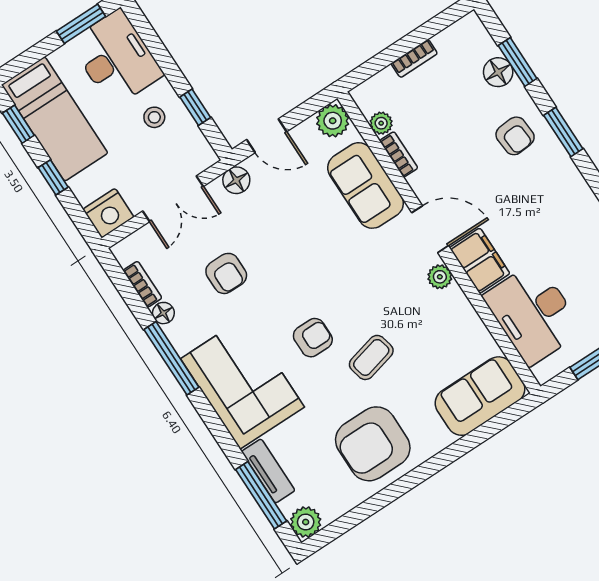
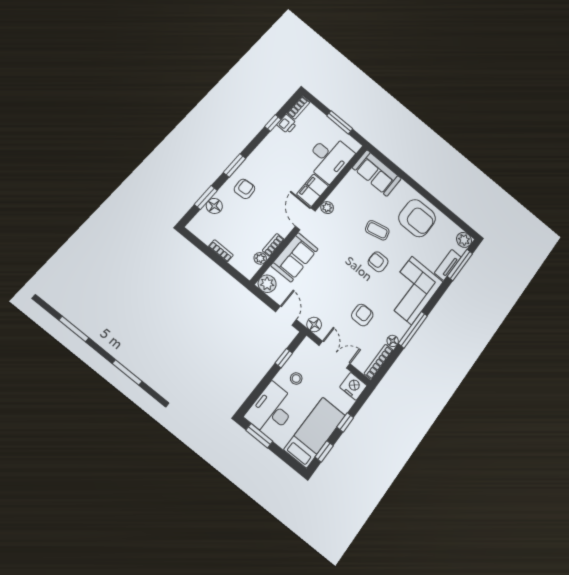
bookcase: (142, 284) -> (379, 362), width x1.56

